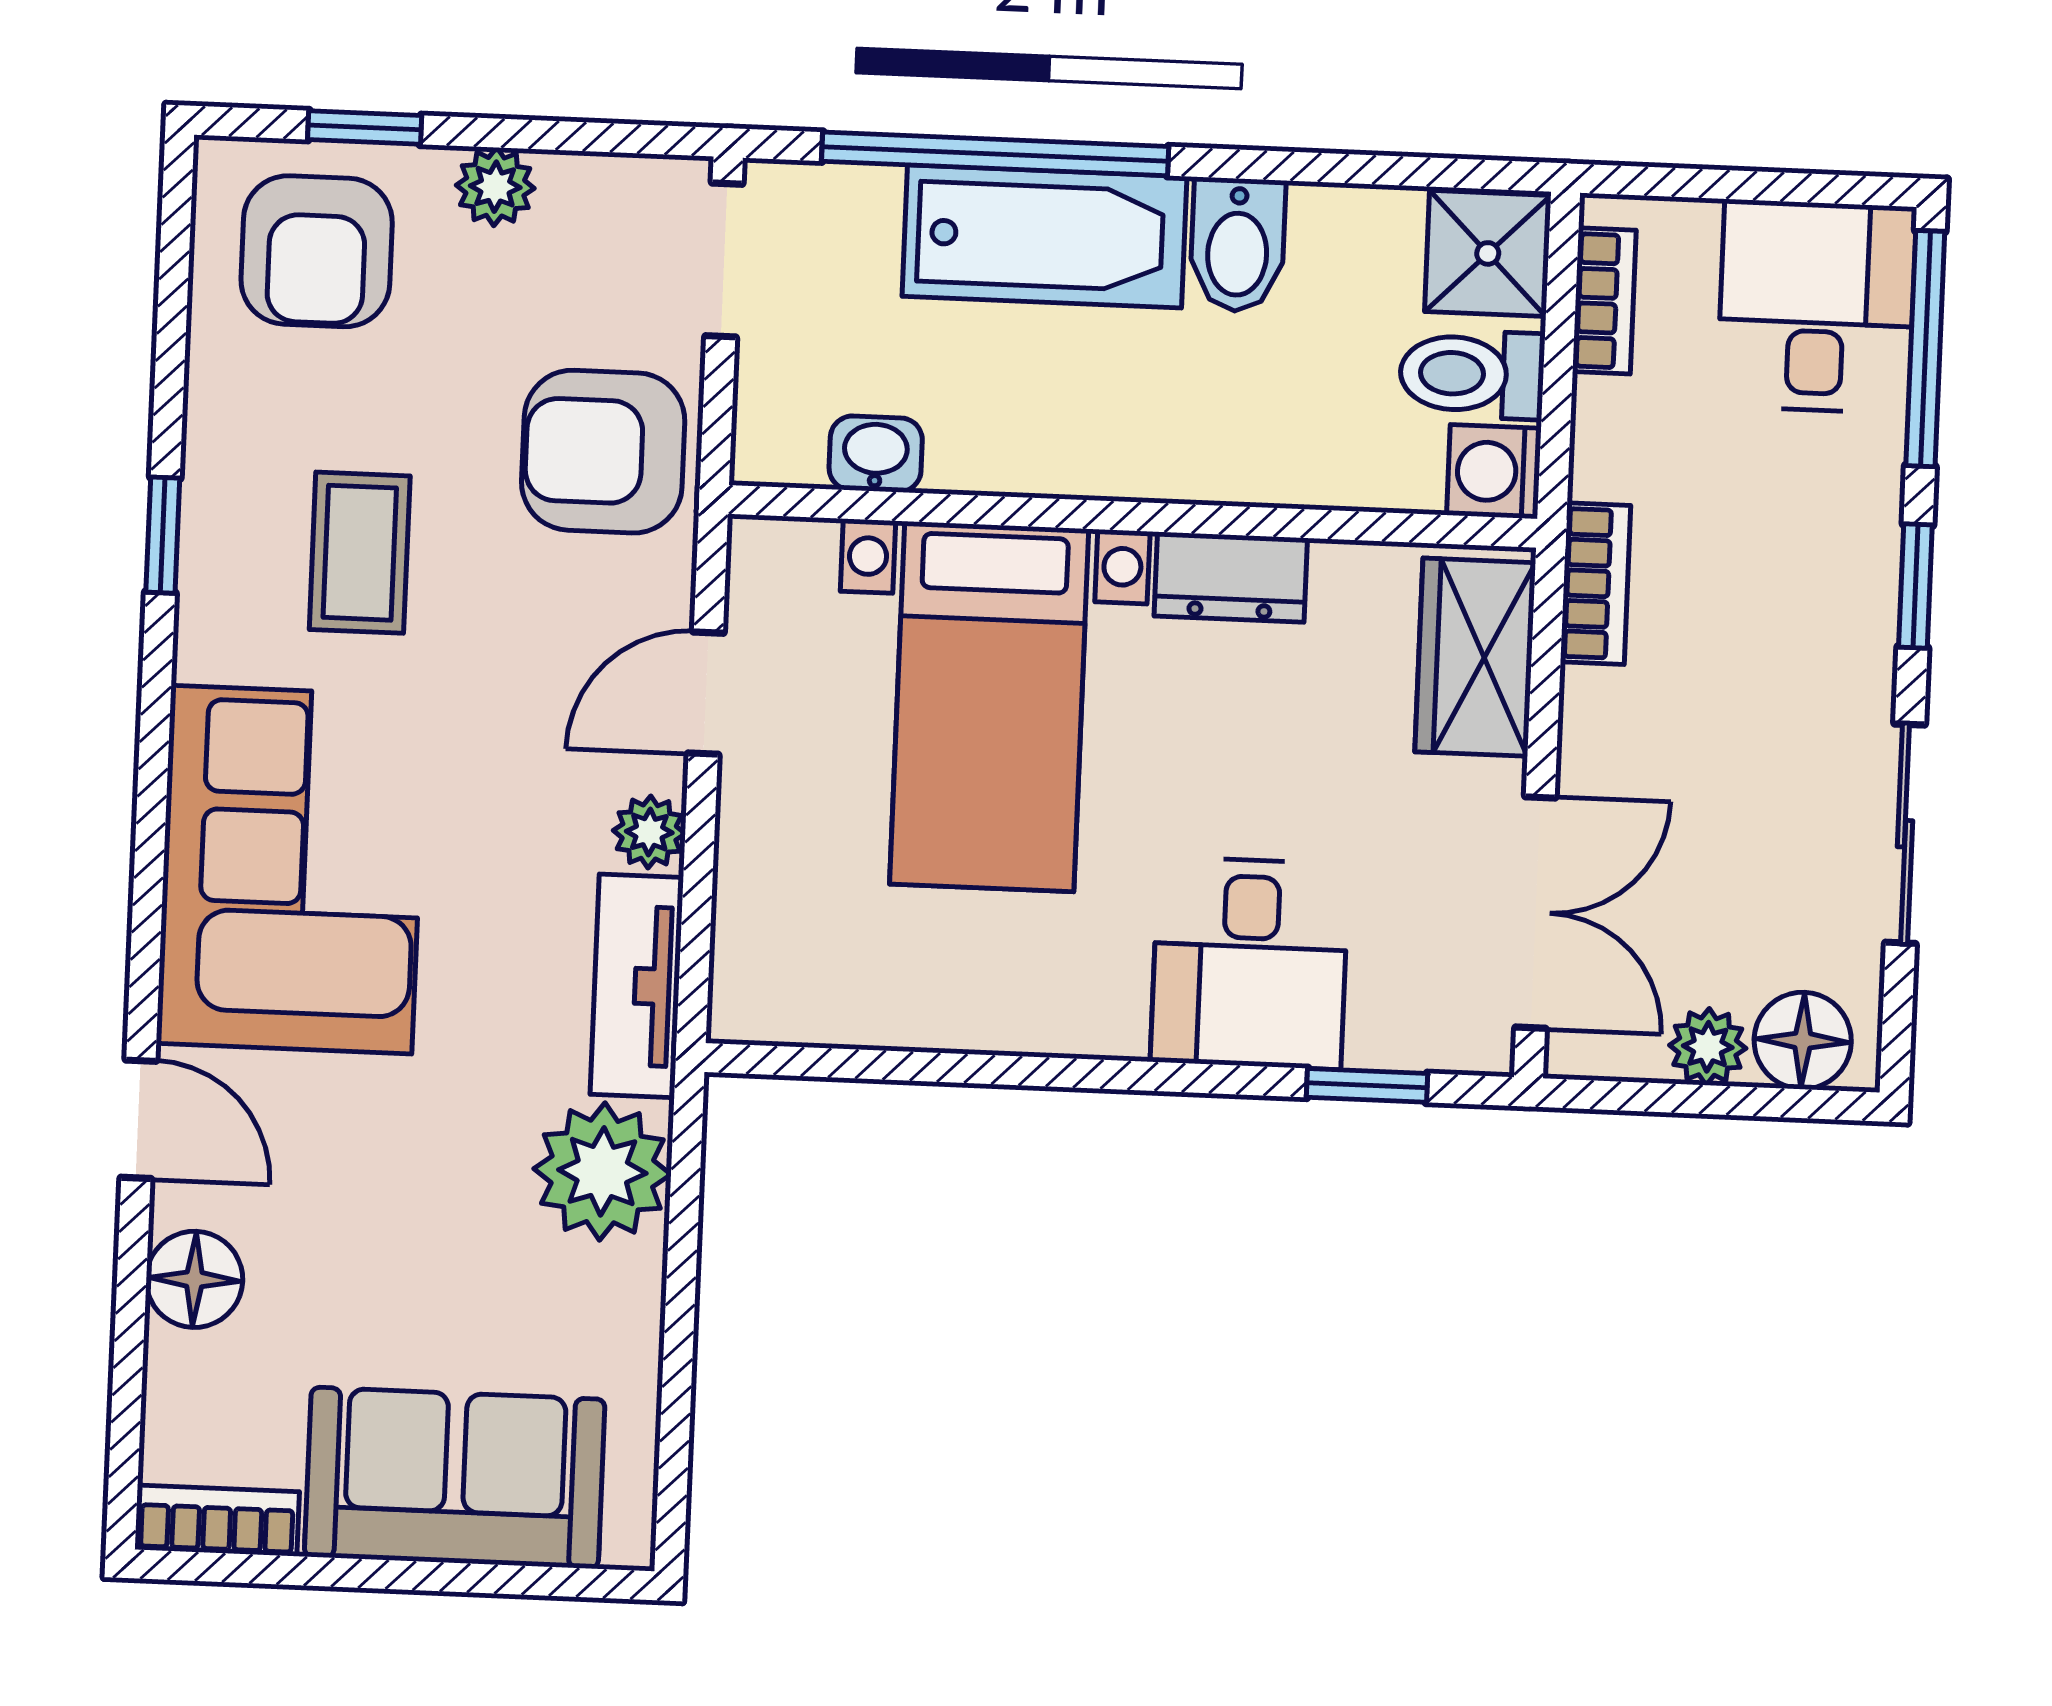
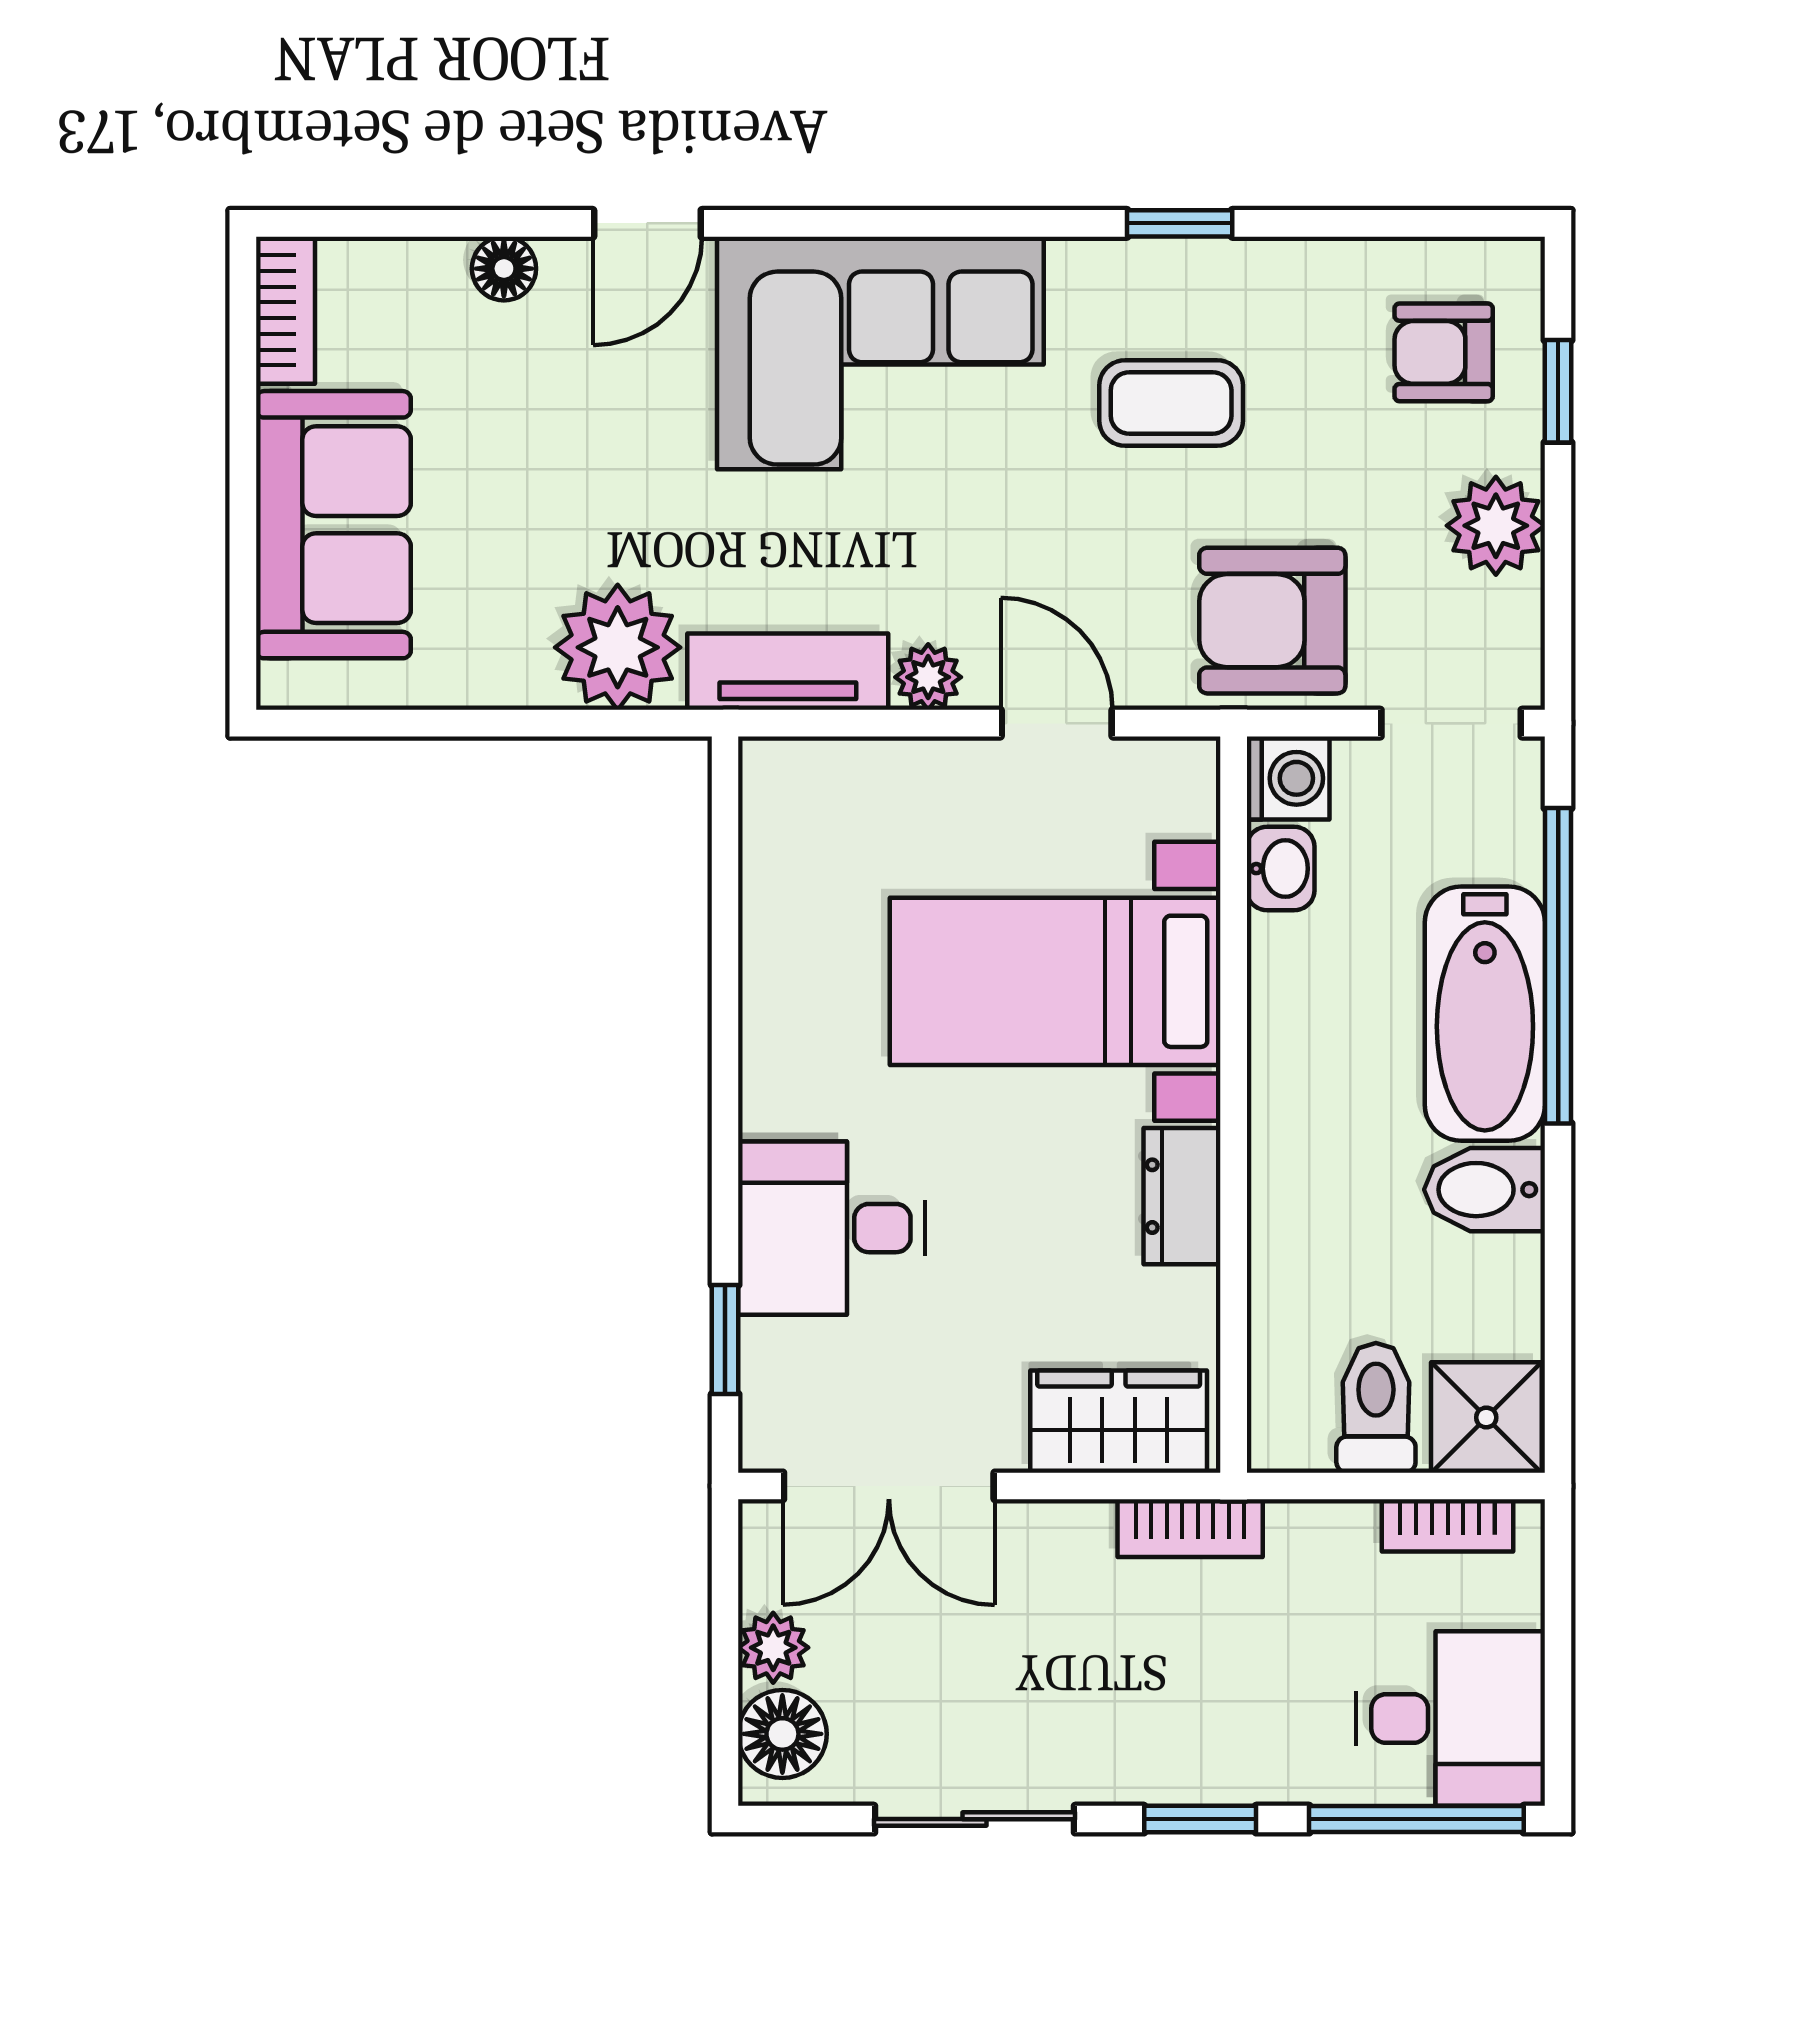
plant: (495, 187) -> (1496, 526), width x1.38, depth x1.38
armchair: (317, 251) -> (1444, 352), width x0.72, depth x0.72
armchair: (603, 452) -> (1272, 621), turned -90
washing machine: (1494, 472) -> (1288, 778), moved, turned 90
floor lamp: (194, 1279) -> (504, 269), width x0.73, depth x0.73

